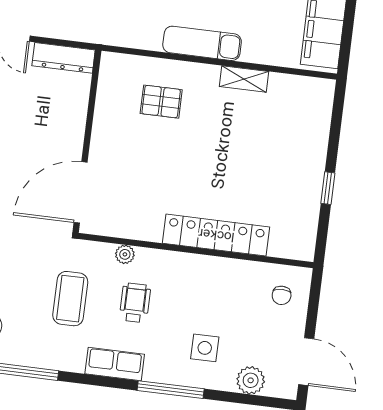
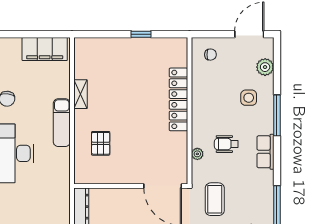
coffee table: (70, 299) -> (215, 199), moved, turned 90

